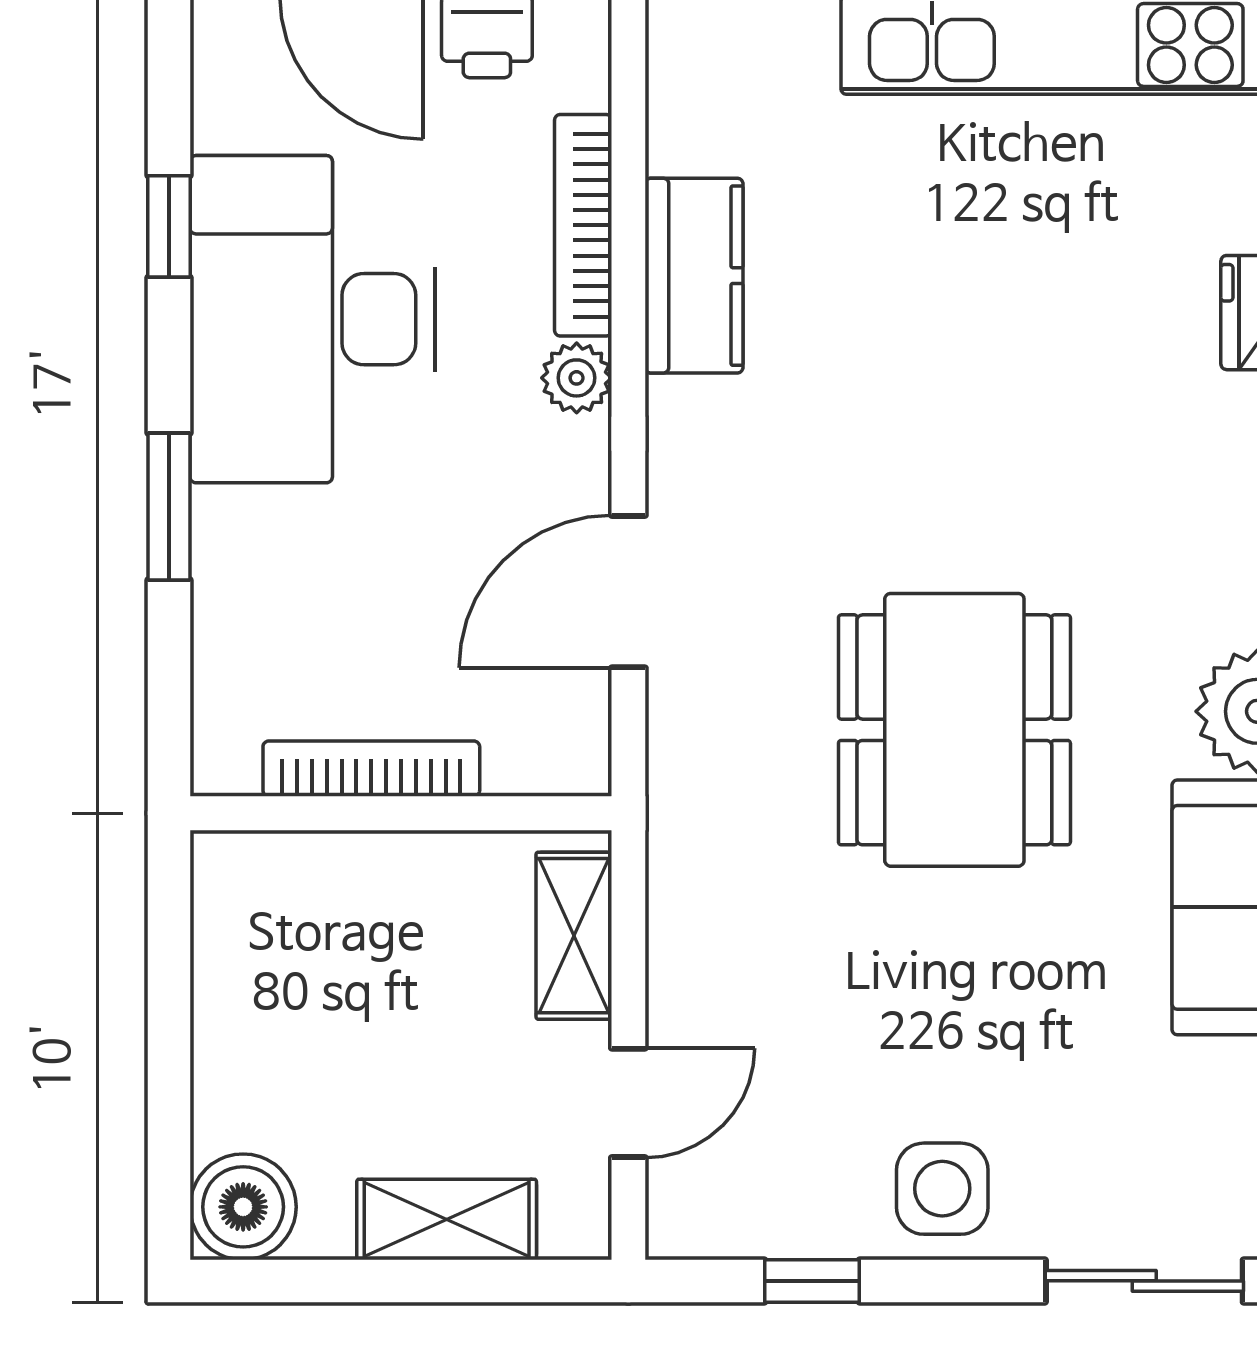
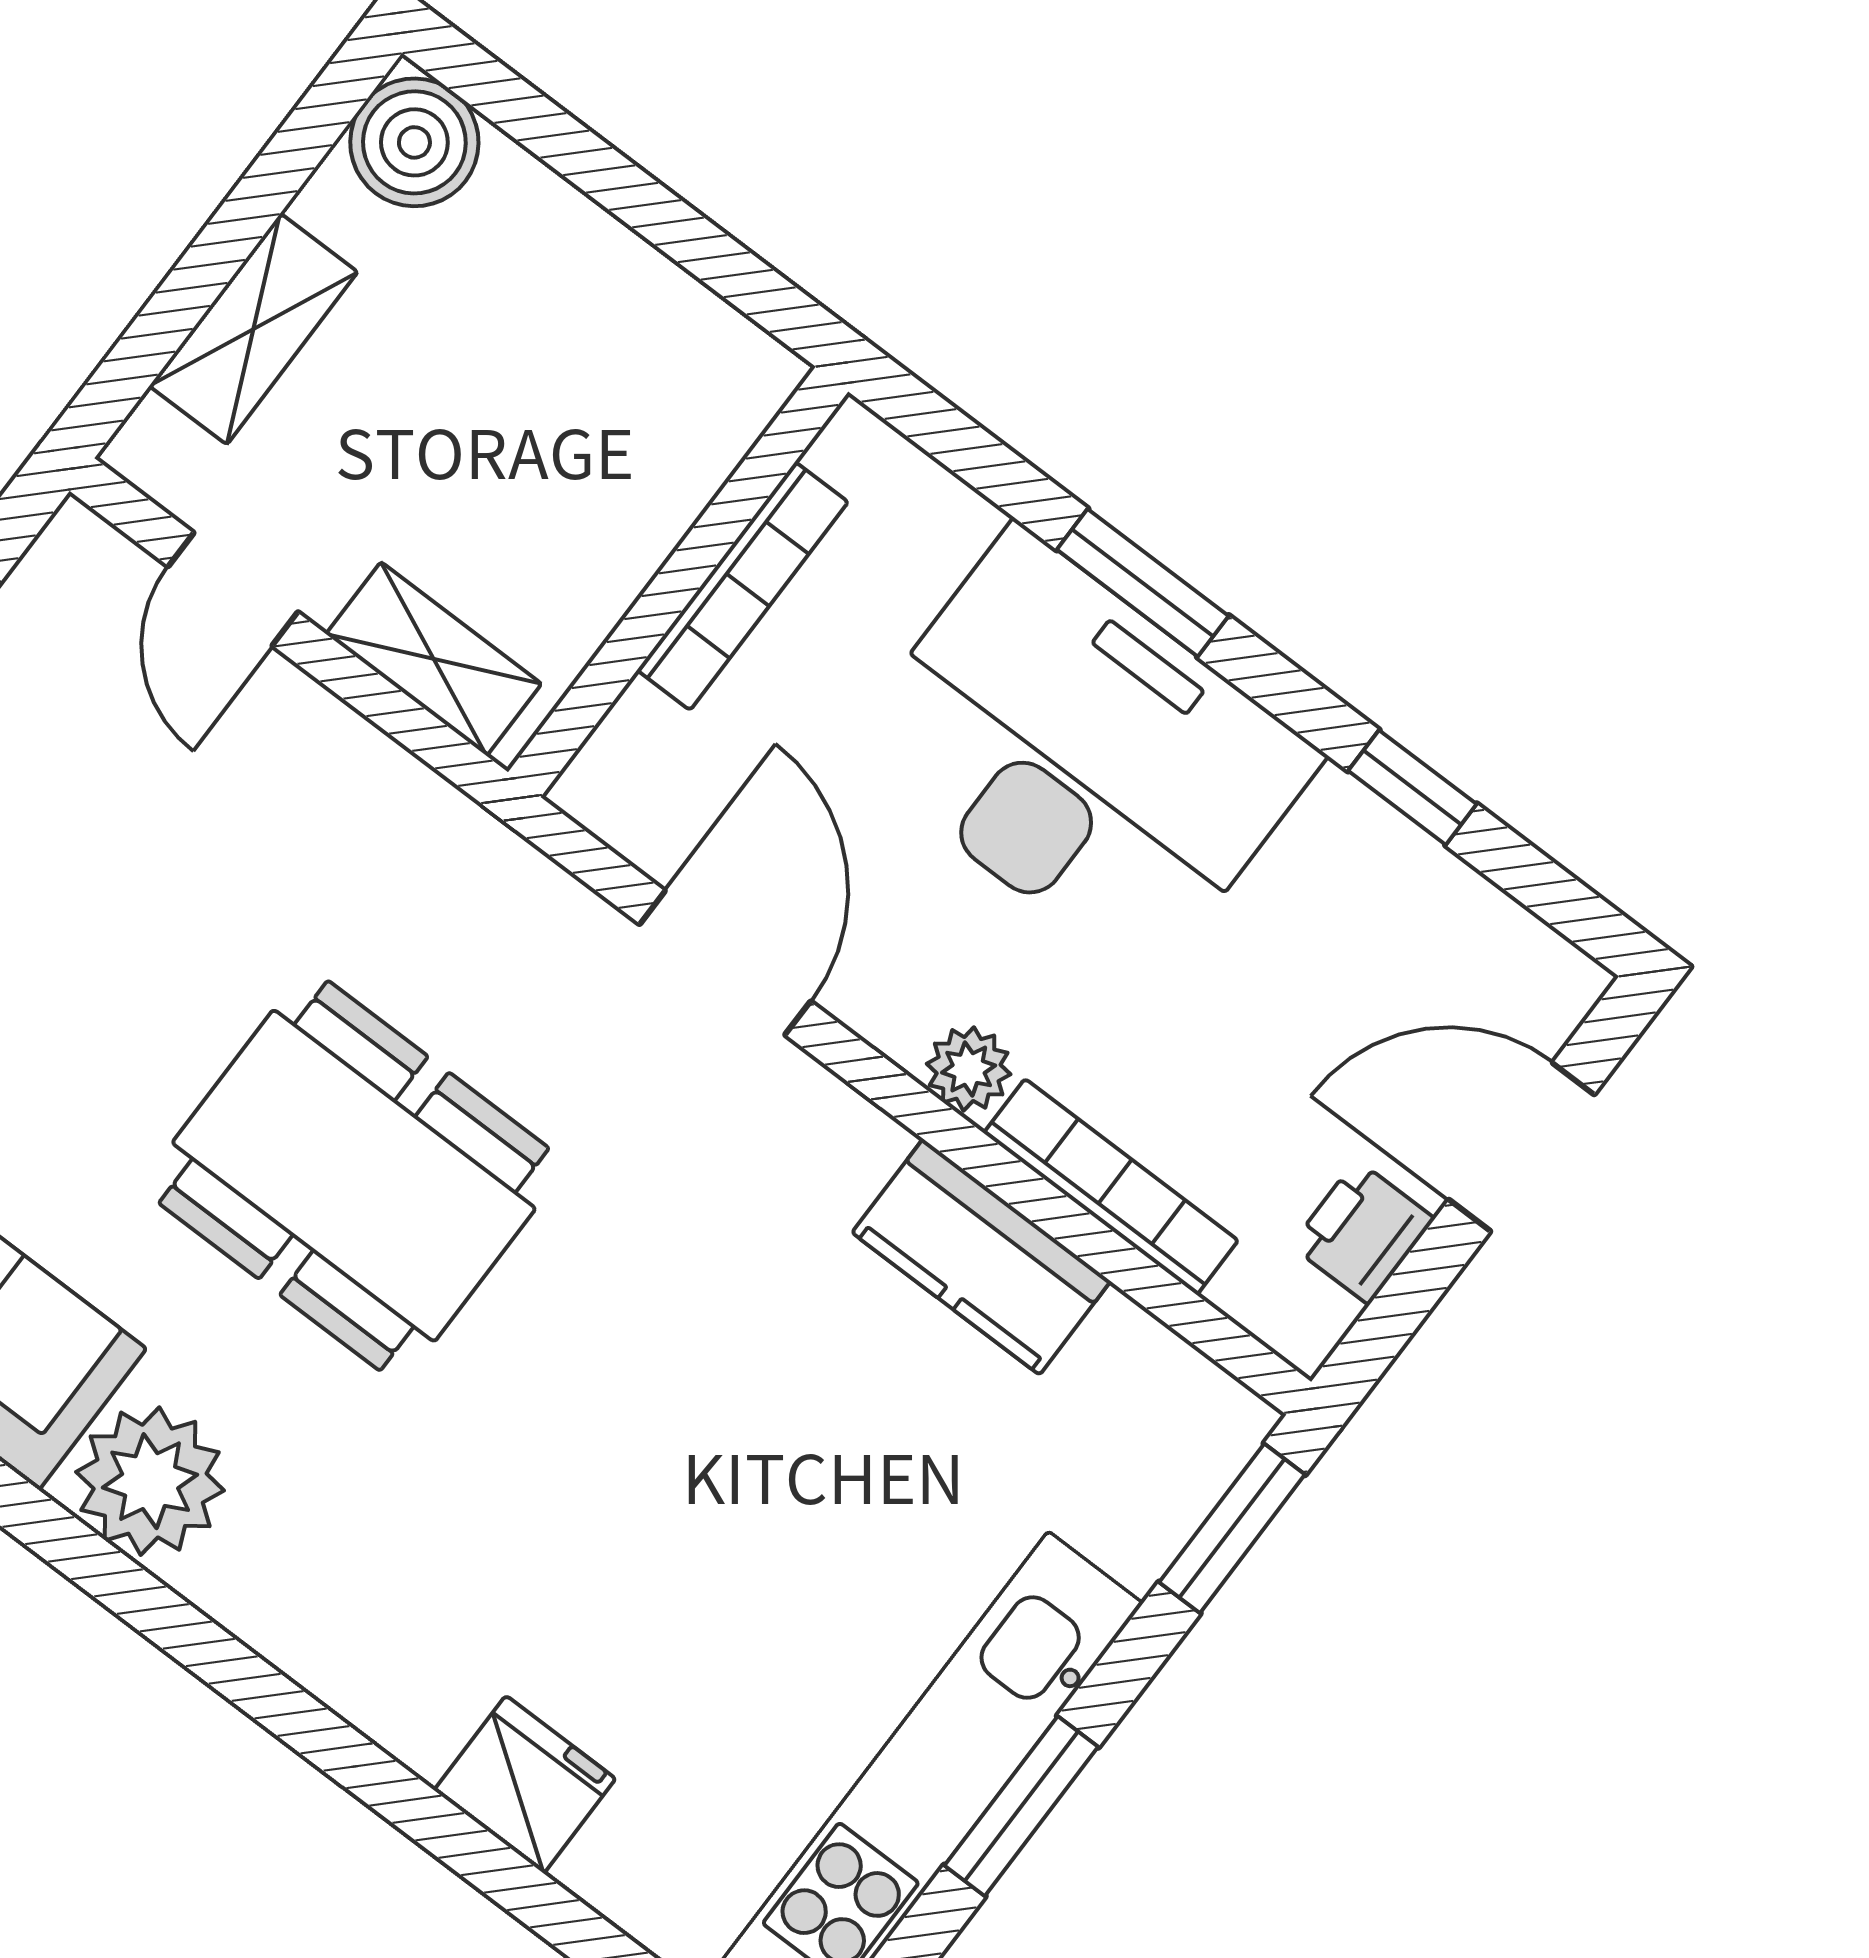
desk: (313, 319) -> (1082, 754), moved

